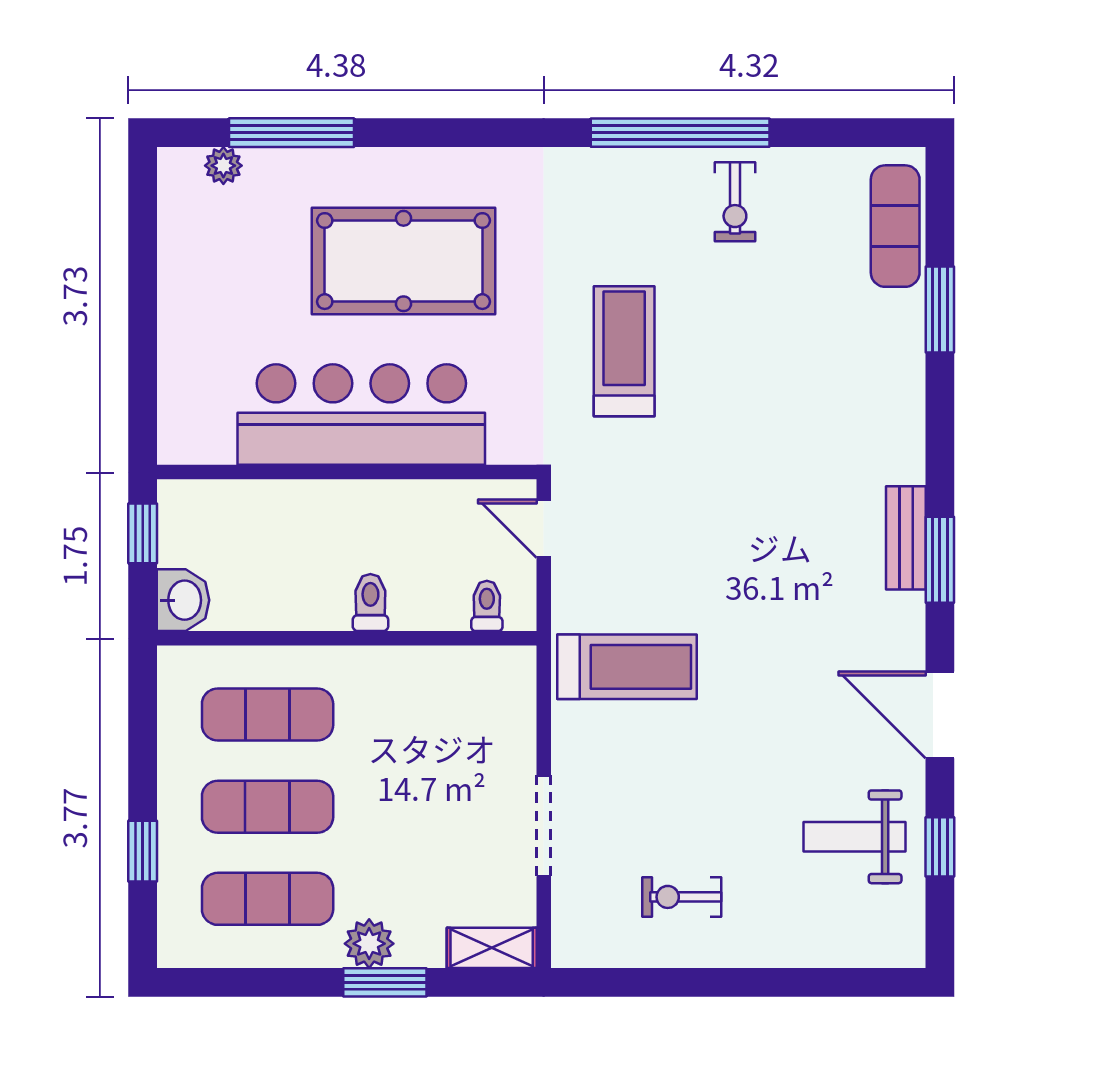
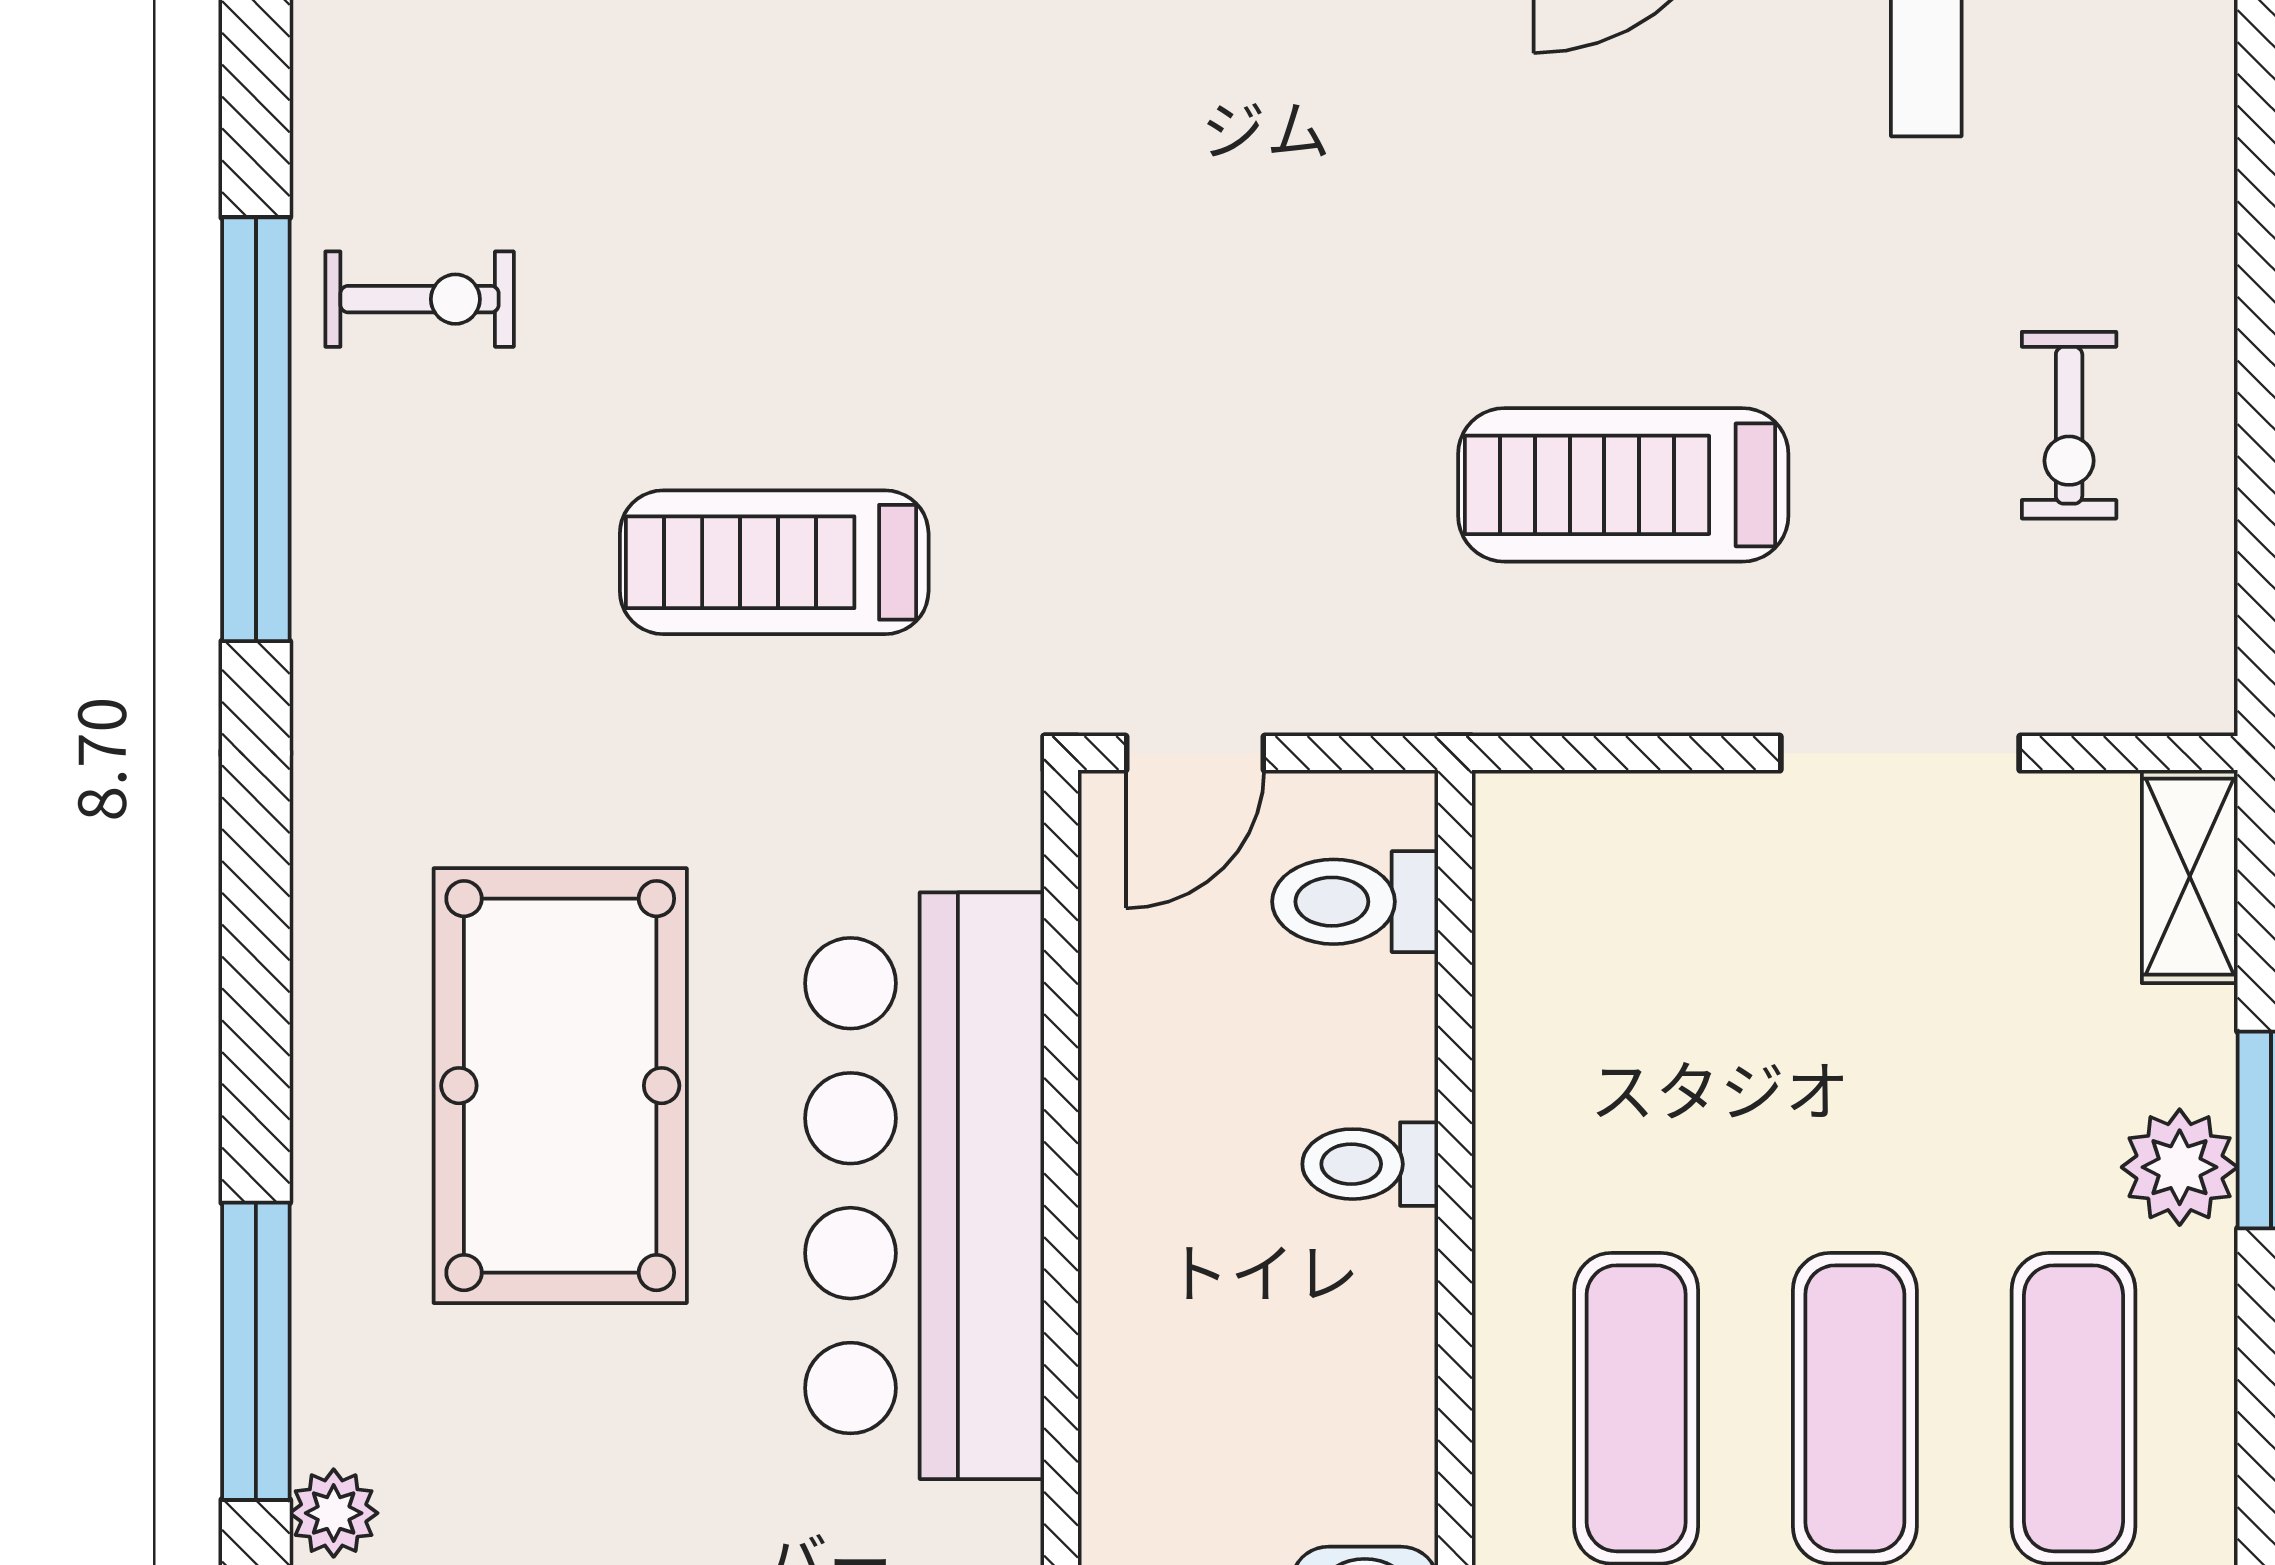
toilet: (487, 606) -> (1355, 902), width x1.37, depth x1.39
treadmill: (627, 667) -> (1623, 485), moved, turned -90

